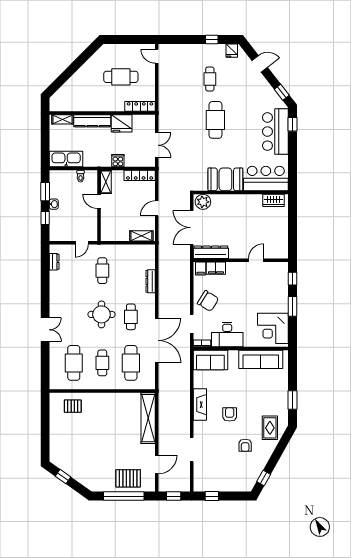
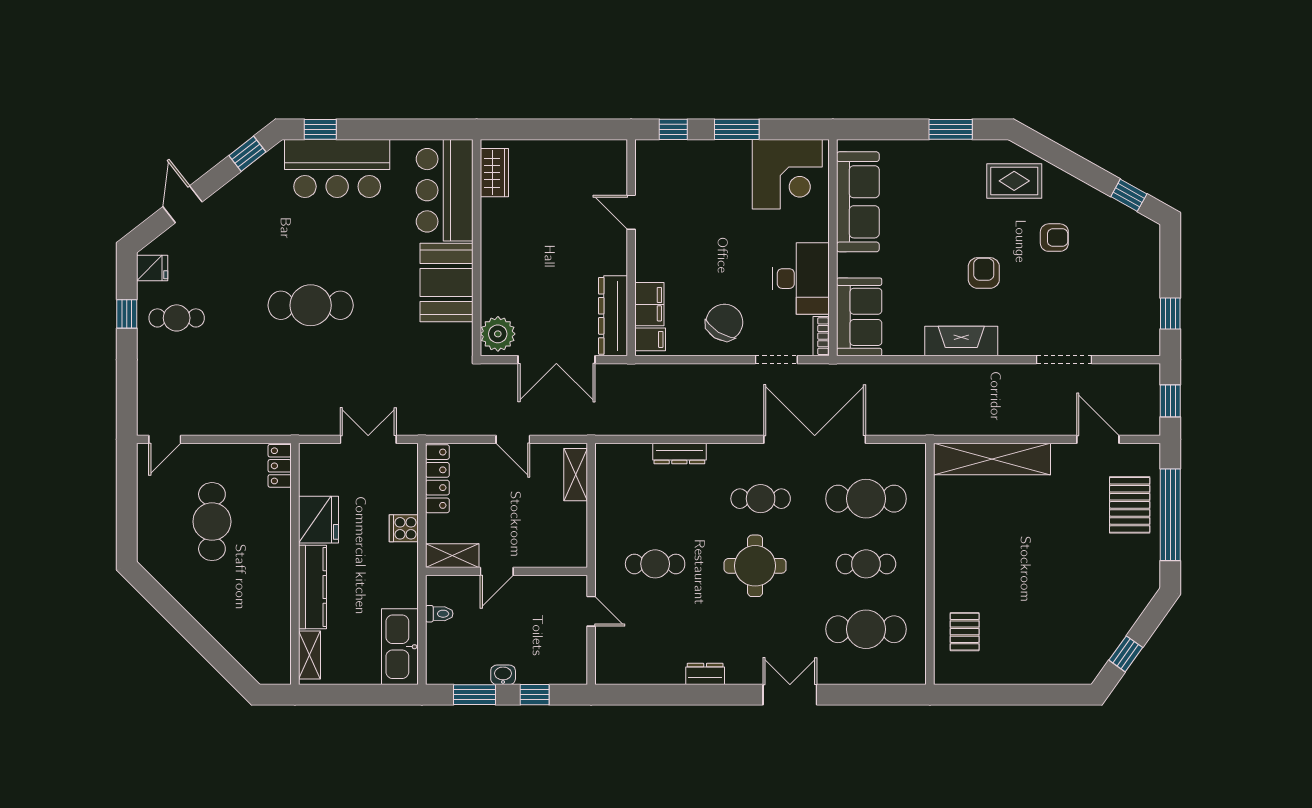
cafe table: (210, 79) -> (177, 318), moved
locker: (140, 106) -> (280, 466), width x0.66
dresser: (54, 262) -> (705, 674), moved
armchair: (230, 414) -> (984, 273), turned 90

